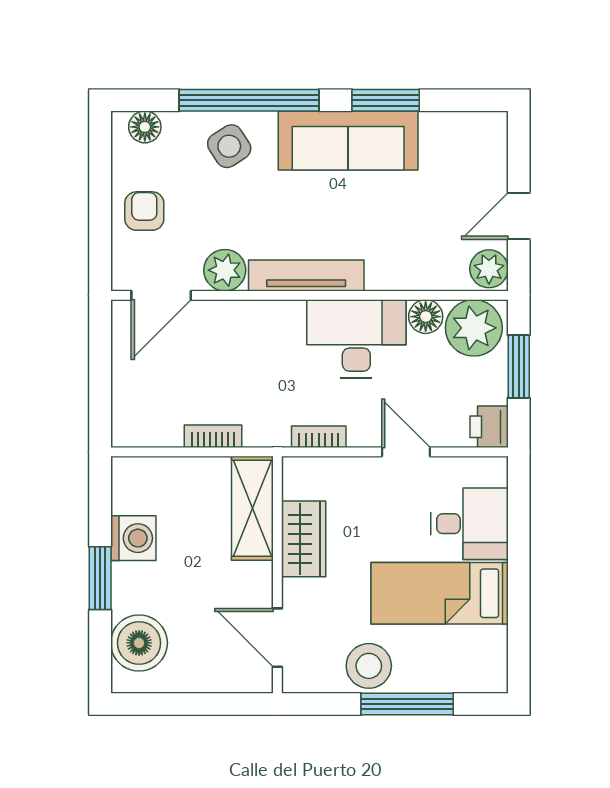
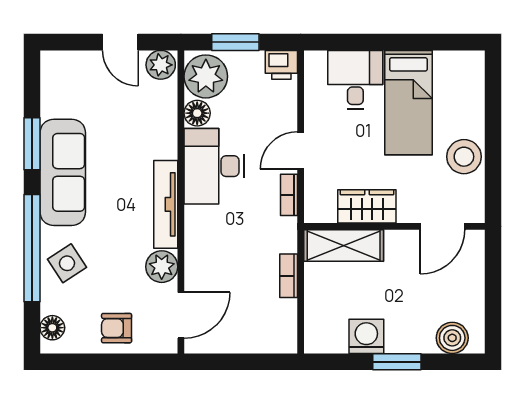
door: (161, 295) -> (181, 315), hinge flipped
door: (406, 452) -> (301, 150), moved
boiler: (139, 643) -> (452, 338), width x0.73, depth x0.73
window: (407, 704) -> (493, 127), removed

